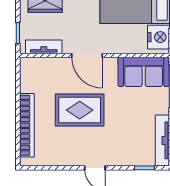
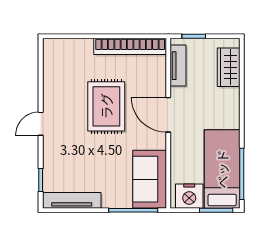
door: (87, 56) -> (168, 115), hinge flipped
bookcase: (27, 125) -> (130, 46), moved

